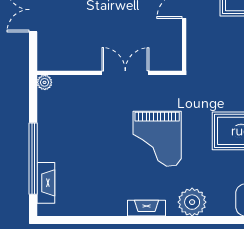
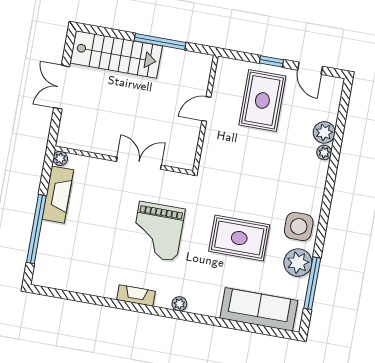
fireplace: (46, 183) -> (58, 195), moved, width x1.37, depth x1.32
plant: (192, 202) -> (179, 304), width x0.53, depth x0.53

